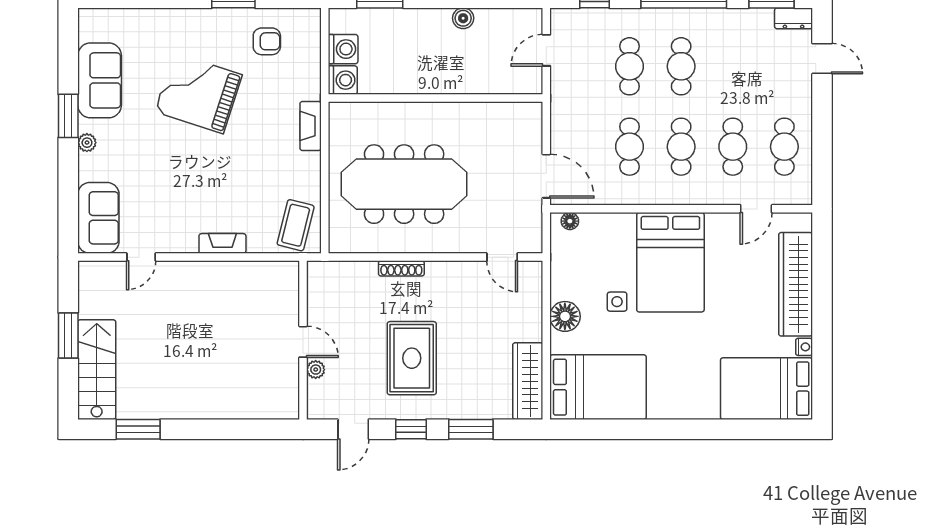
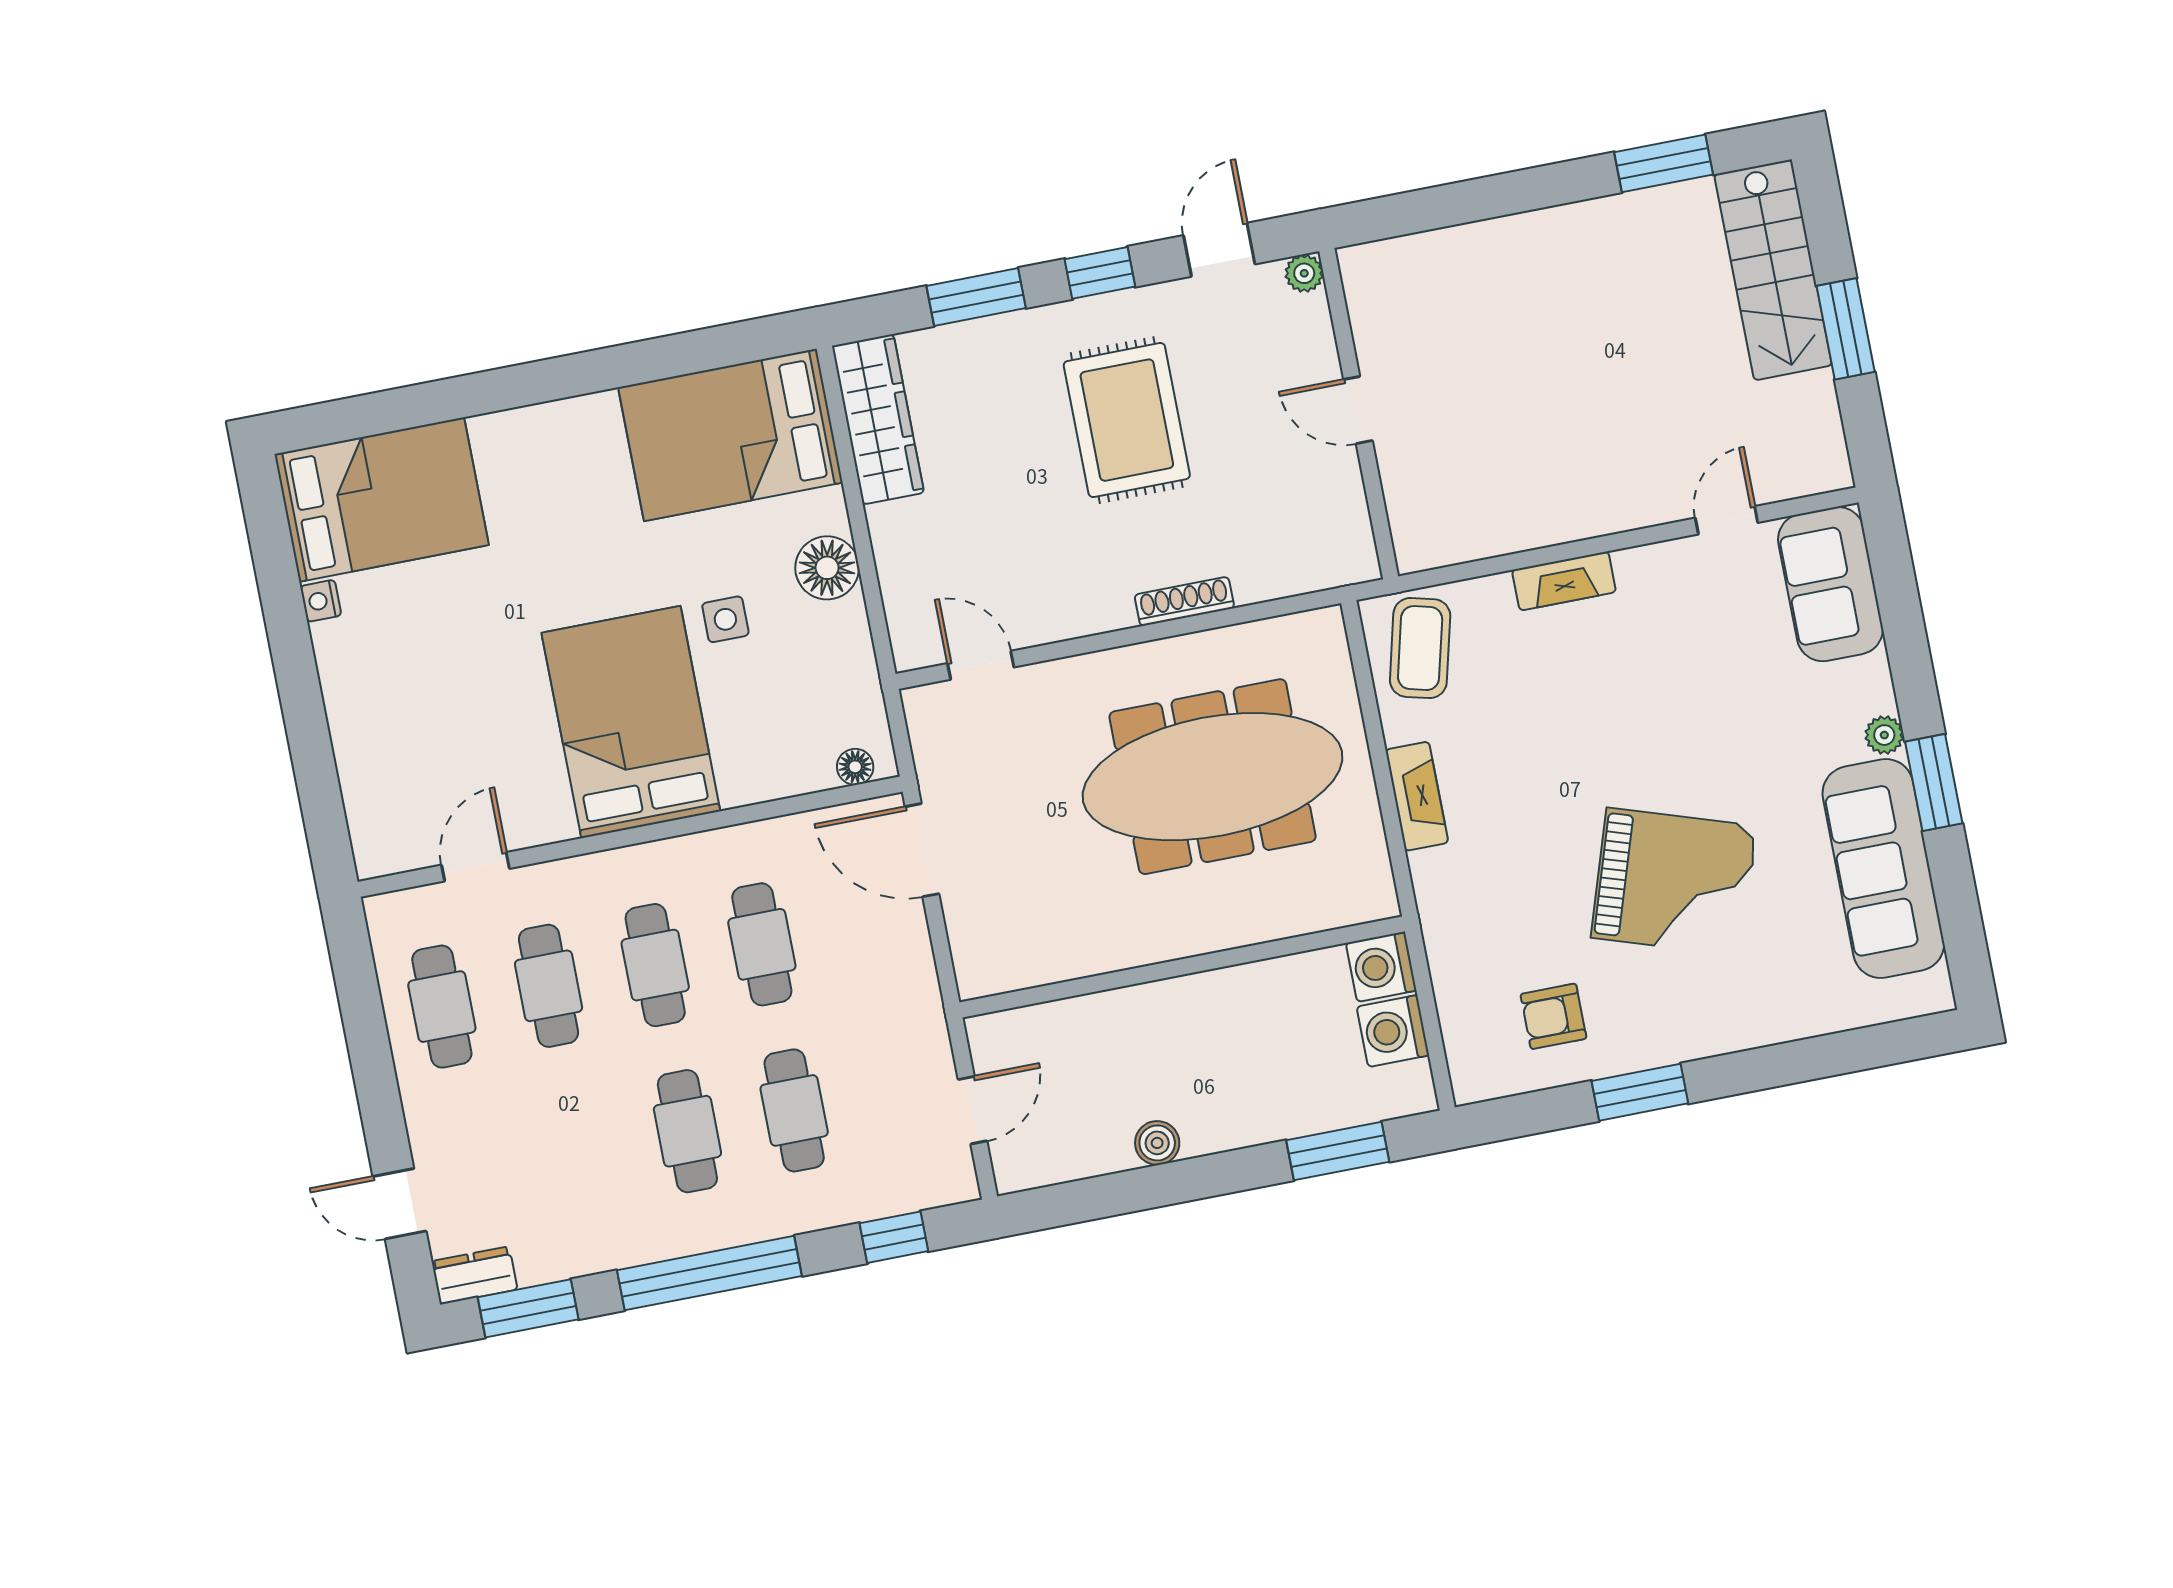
sofa: (100, 80) -> (1883, 869), width x1.36
fireplace: (311, 126) -> (1417, 796), moved
wardrobe: (796, 284) -> (363, 727), removed
plant: (316, 370) -> (1304, 273), moved

